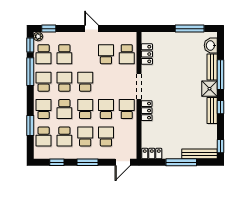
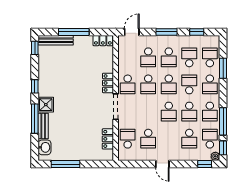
school desk: (64, 54) -> (189, 139), turned 180
bench: (212, 110) -> (43, 83), removed

